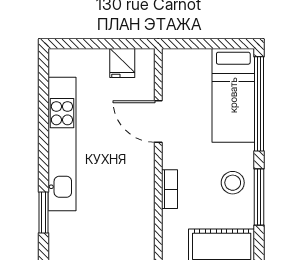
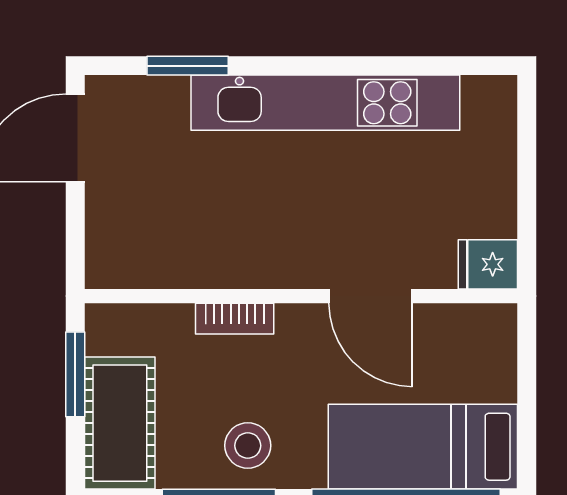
fridge: (122, 63) -> (488, 264), moved
door: (158, 122) -> (370, 296), swing flipped

